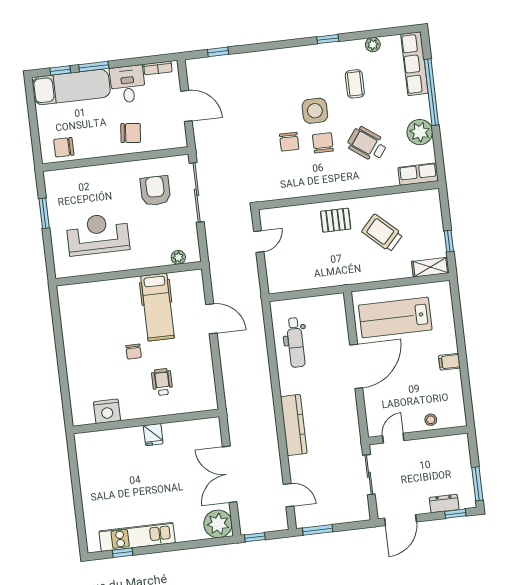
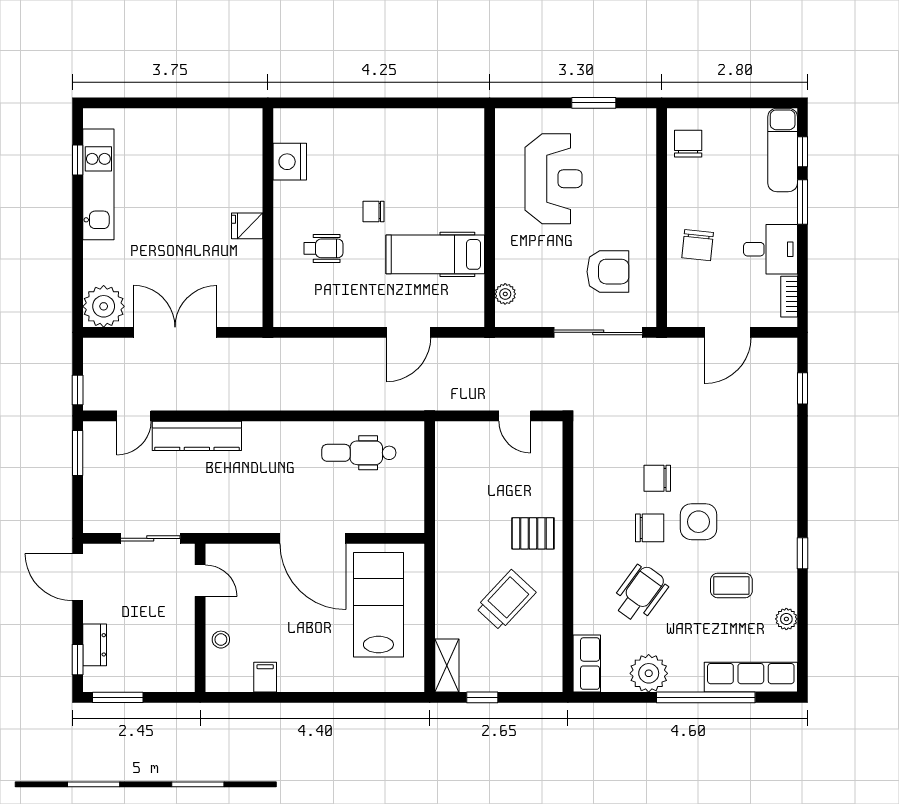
exam couch: (71, 87) -> (783, 150), width x0.73, depth x0.69
pallet: (336, 220) -> (533, 533), turned 90
filing cabinet: (449, 362) -> (265, 677), moved
kitchen counter: (294, 425) -> (197, 436), moved
window: (255, 537) -> (78, 390), moved

